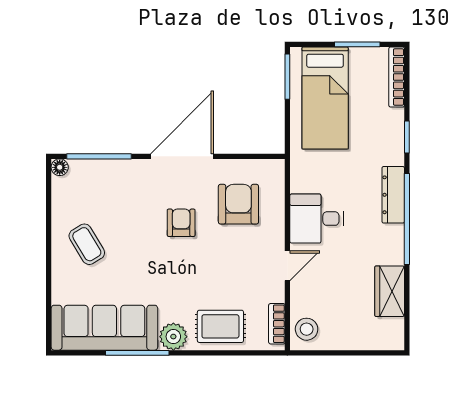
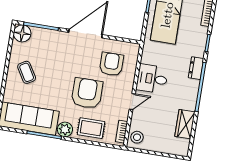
floor lamp: (60, 167) -> (22, 33), width x1.89, depth x1.89
dresser: (393, 195) -> (196, 68), width x0.70
armchair: (181, 223) -> (87, 93), moved, width x1.88, depth x1.88

